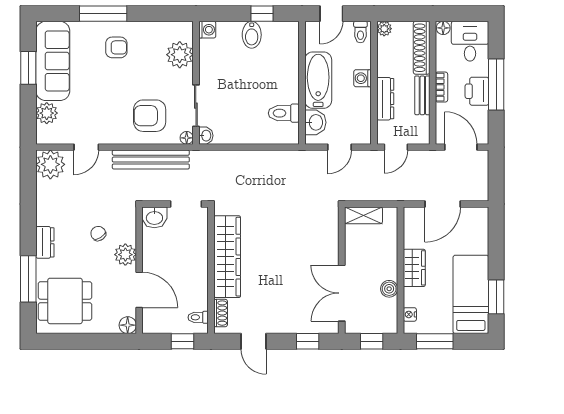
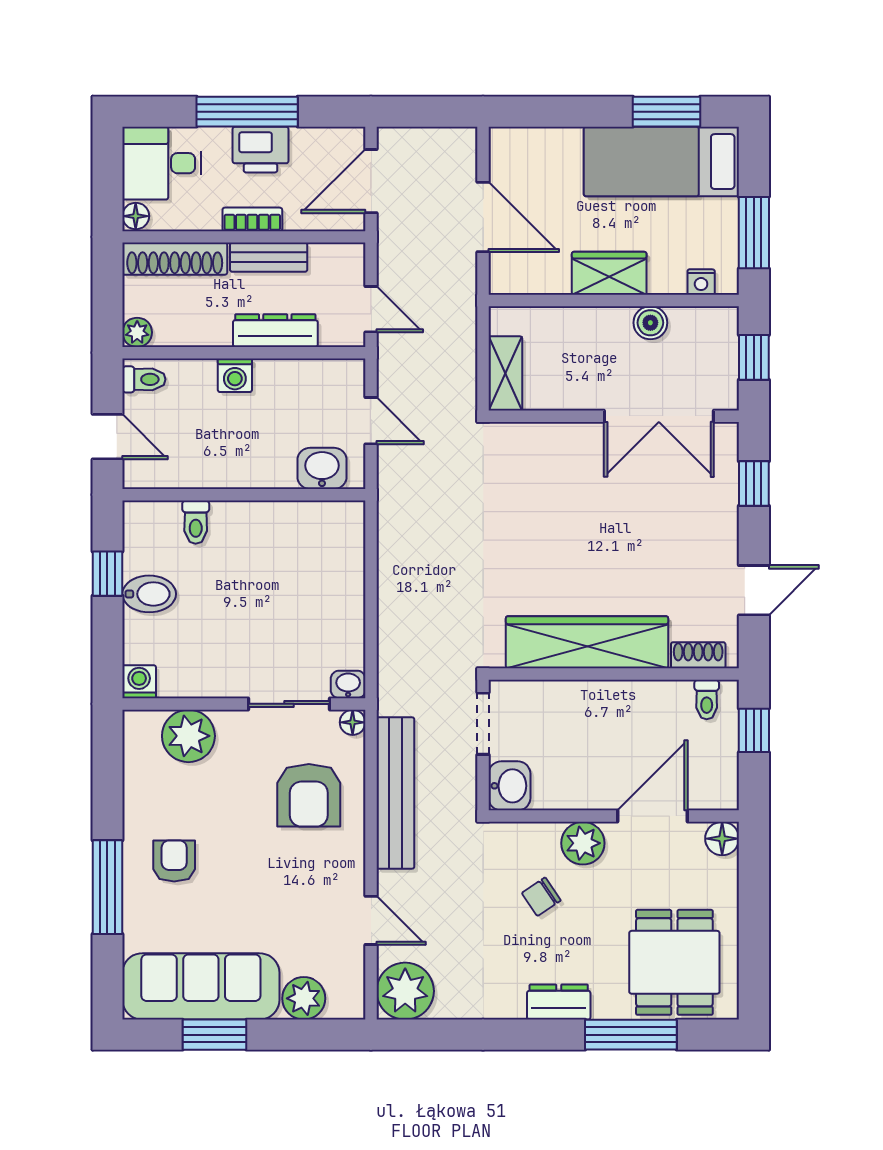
bathtub: (318, 80) -> (239, 463), removed
toilet: (284, 113) -> (196, 522), moved, width x0.73, depth x0.72

